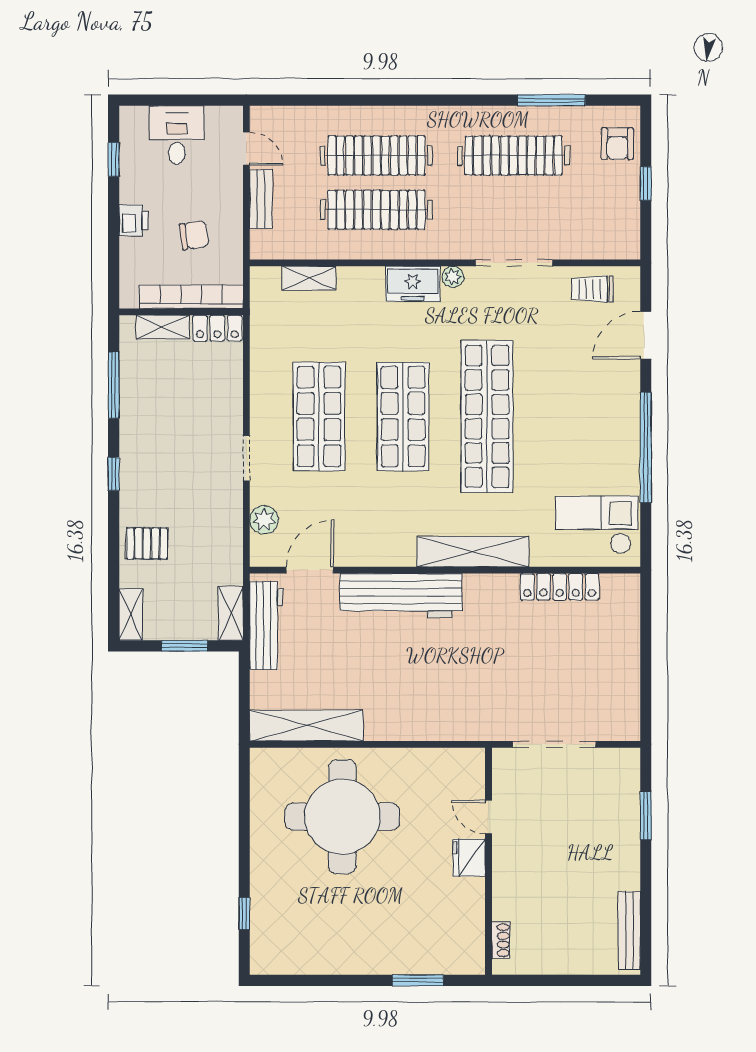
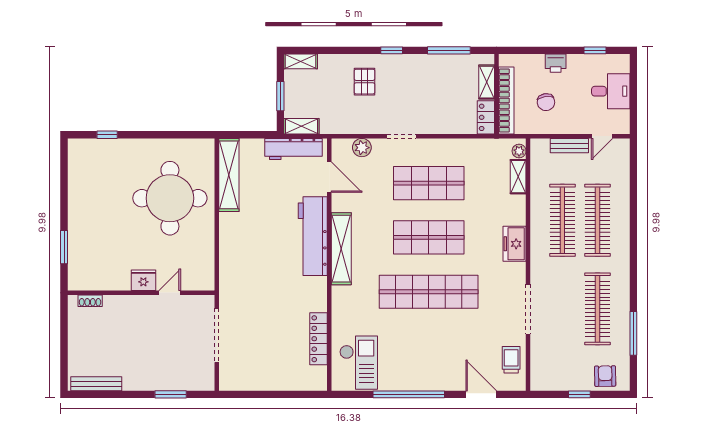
armchair: (617, 144) -> (605, 376), turned 89
plant: (453, 277) -> (519, 151), moved
pallet: (147, 544) -> (364, 82), moved
shelving: (473, 552) -> (341, 249), moved

